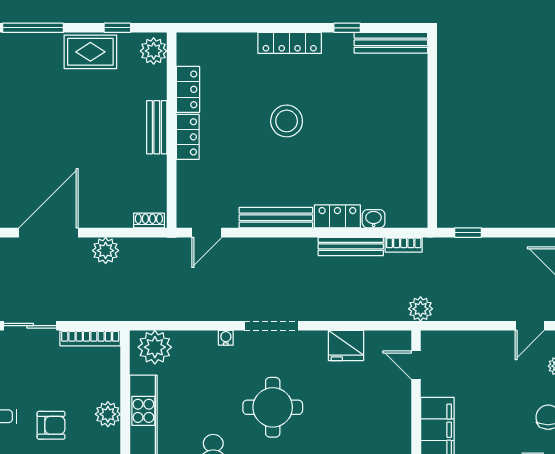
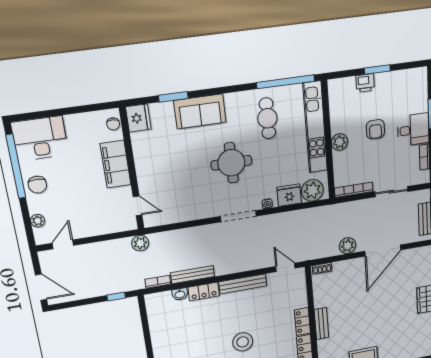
door: (207, 233) -> (285, 267), hinge flipped
fridge: (346, 345) -> (289, 195), moved
armchair: (51, 425) -> (375, 129), turned -90

